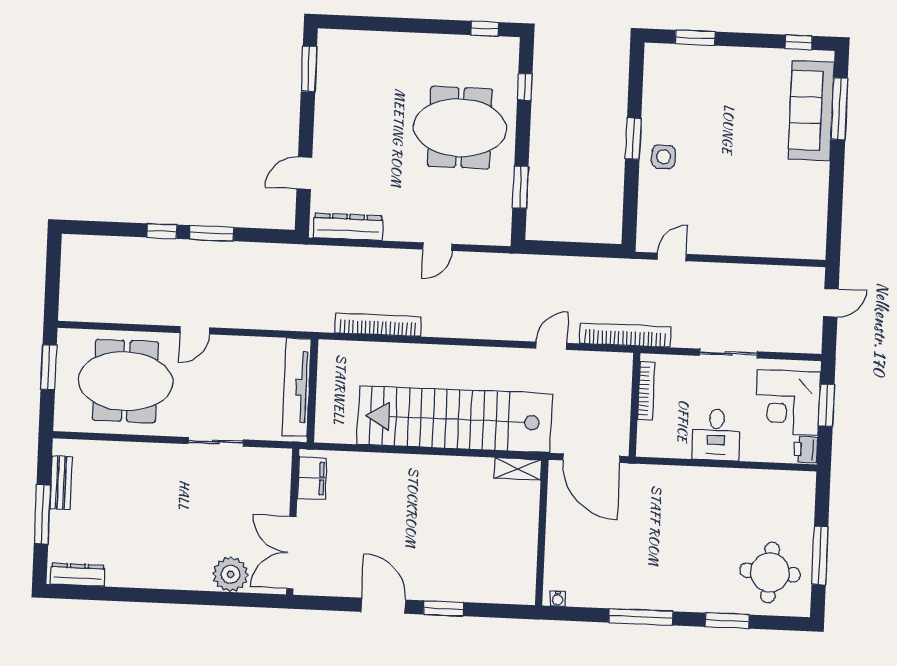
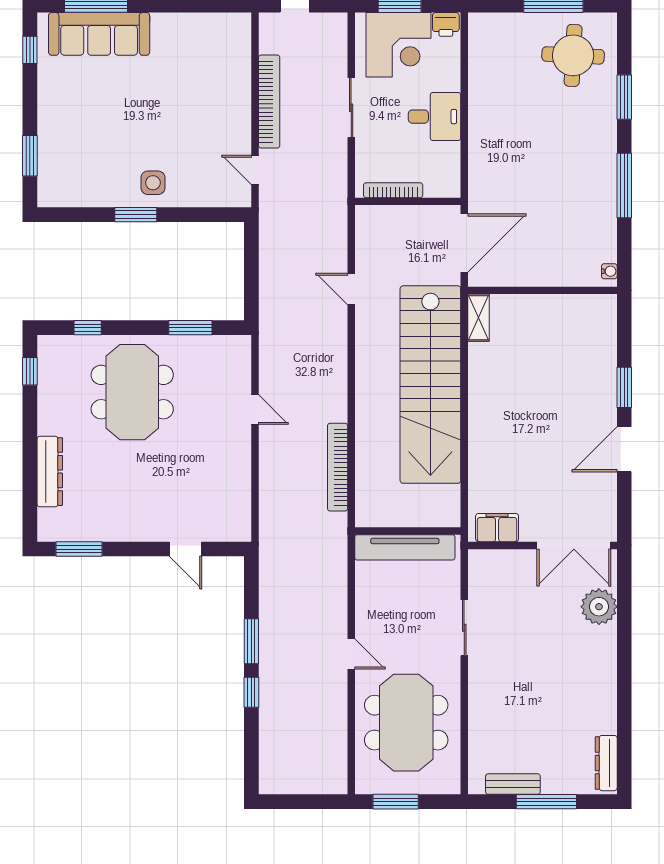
dresser: (348, 227) -> (50, 472), moved, turned 180
bookcase: (625, 335) -> (269, 102), moved, turned 180

